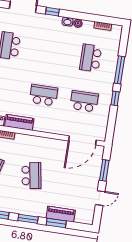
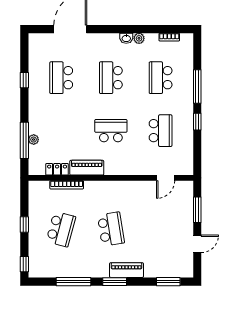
window: (52, 12) -> (106, 29), removed
school desk: (50, 52) -> (111, 78), added
school desk: (84, 101) -> (161, 131), turned 90
door: (82, 140) -> (166, 178), width x0.53
piano: (61, 214) -> (126, 270), moved
window: (56, 223) -> (168, 282), moved

